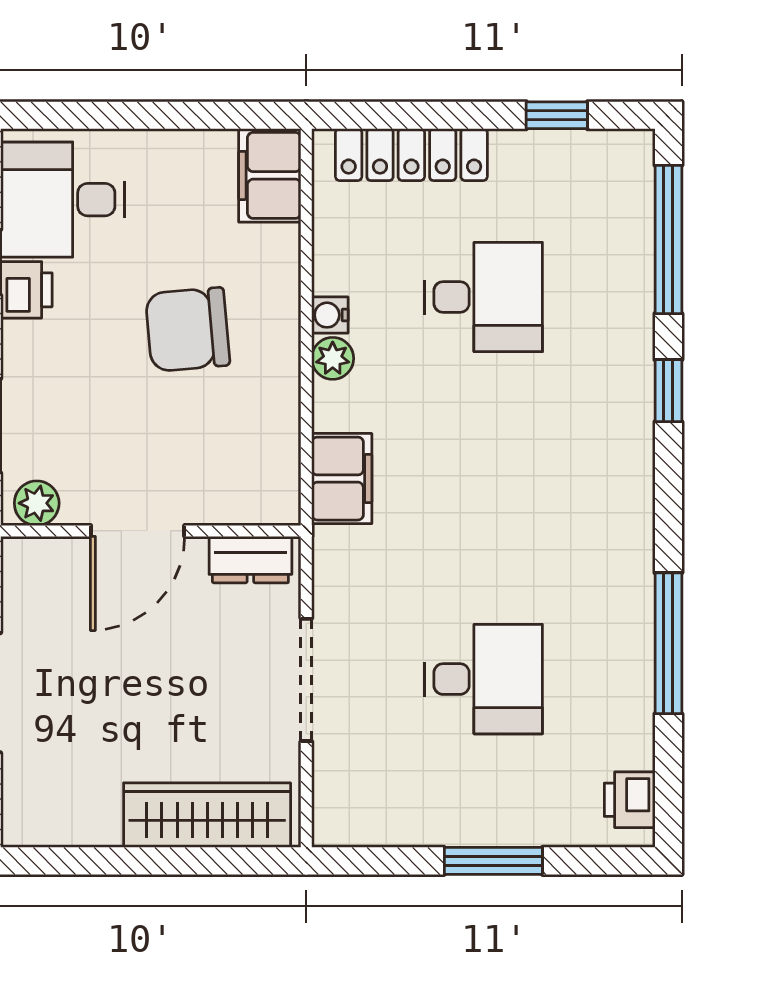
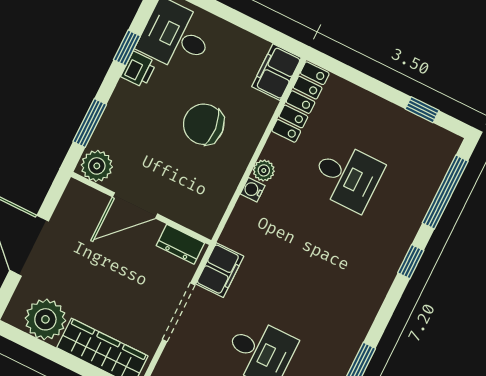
locker: (411, 155) -> (300, 102), moved, turned -90
water cooler: (330, 315) -> (253, 190), moved
filing cabinet: (342, 479) -> (220, 270), moved
plant: (37, 503) -> (97, 166), width x1.38, depth x1.38
plant: (79, 808) -> (45, 319), added

